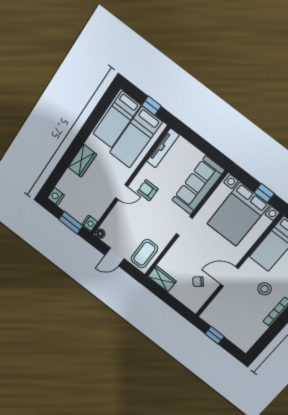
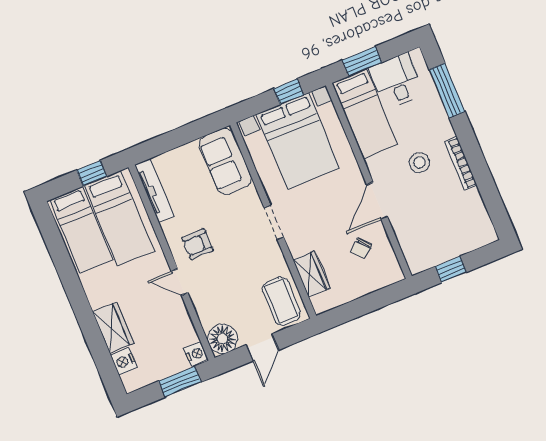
wardrobe: (82, 161) -> (113, 328), moved
sofa: (198, 185) -> (225, 161), width x0.73
door: (122, 192) -> (180, 282), swing flipped
nightstand: (56, 196) -> (124, 361), moved
floor lamp: (100, 234) -> (223, 339), width x1.89, depth x1.89
wardrobe: (162, 279) -> (311, 274), moved, turned 90

